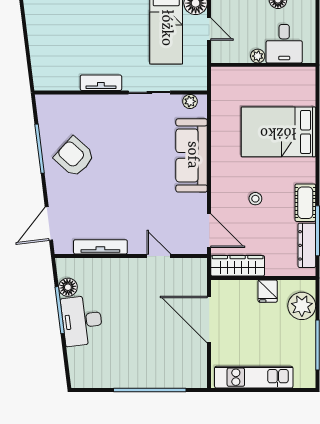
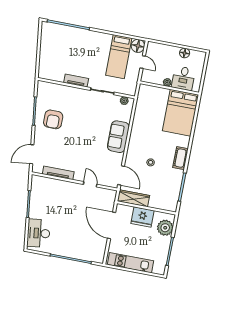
bed: (278, 132) -> (181, 113), moved, turned -90
sofa: (192, 155) -> (118, 137), width x0.73
armchair: (74, 157) -> (53, 119), turned -132
cot: (305, 203) -> (181, 158), moved
dresser: (307, 245) -> (175, 194), removed
floor lamp: (68, 287) -> (36, 192), removed
fridge: (268, 291) -> (142, 217), width x1.88, depth x1.34
desk: (82, 321) -> (39, 233), moved

